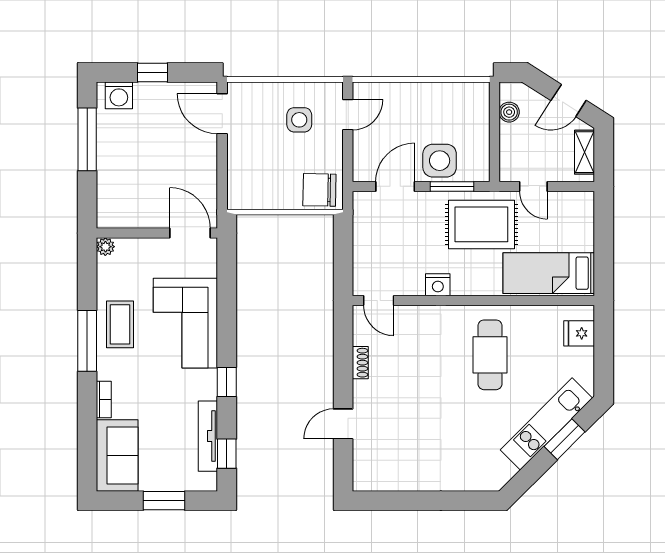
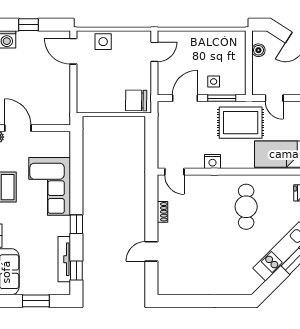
side table: (299, 120) -> (103, 42), moved
side table: (440, 161) -> (214, 82), width x0.54, depth x0.54
door: (190, 233) -> (18, 128), moved

